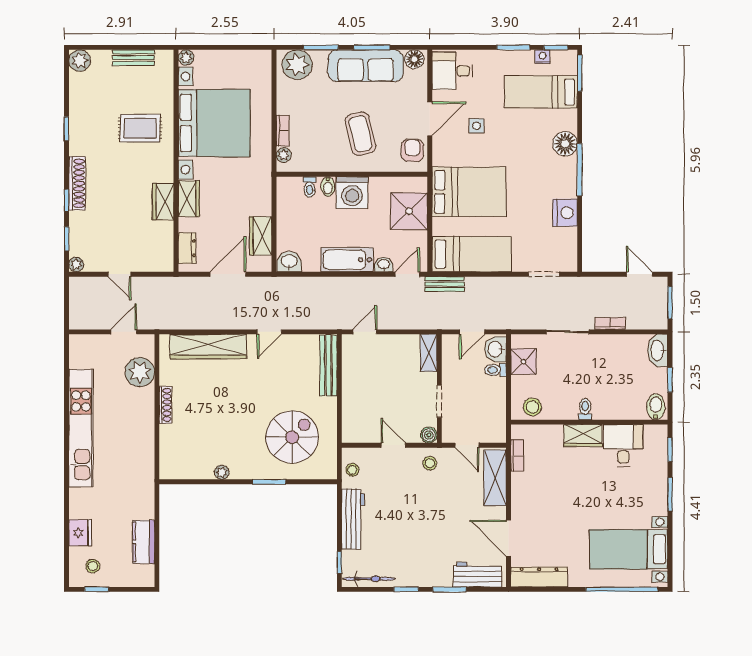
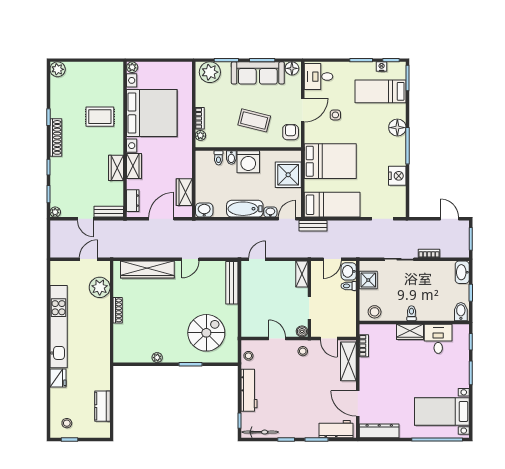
bench: (133, 58) -> (109, 212), moved
coffee table: (360, 134) -> (254, 120), turned -63
shoe rack: (77, 183) -> (56, 137), moved
fridge: (80, 533) -> (58, 378), moved

